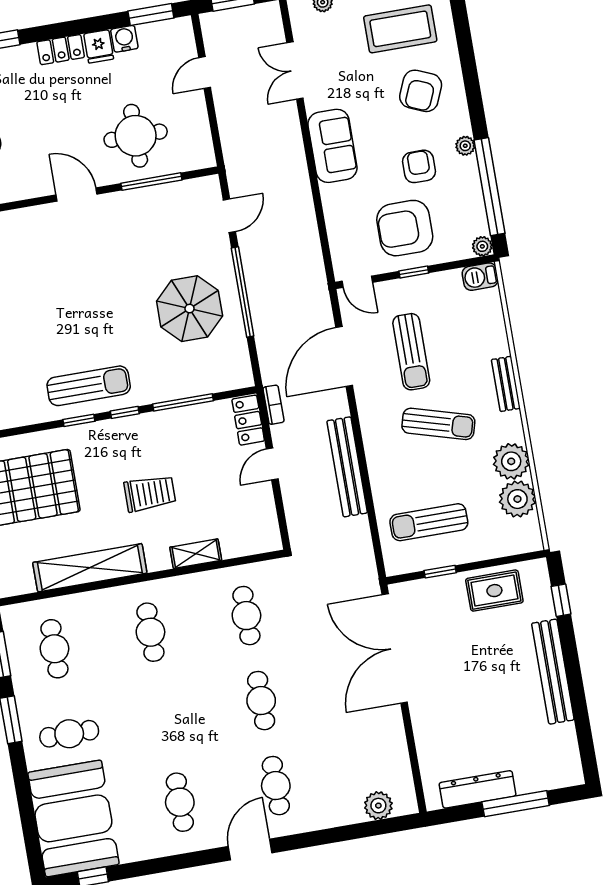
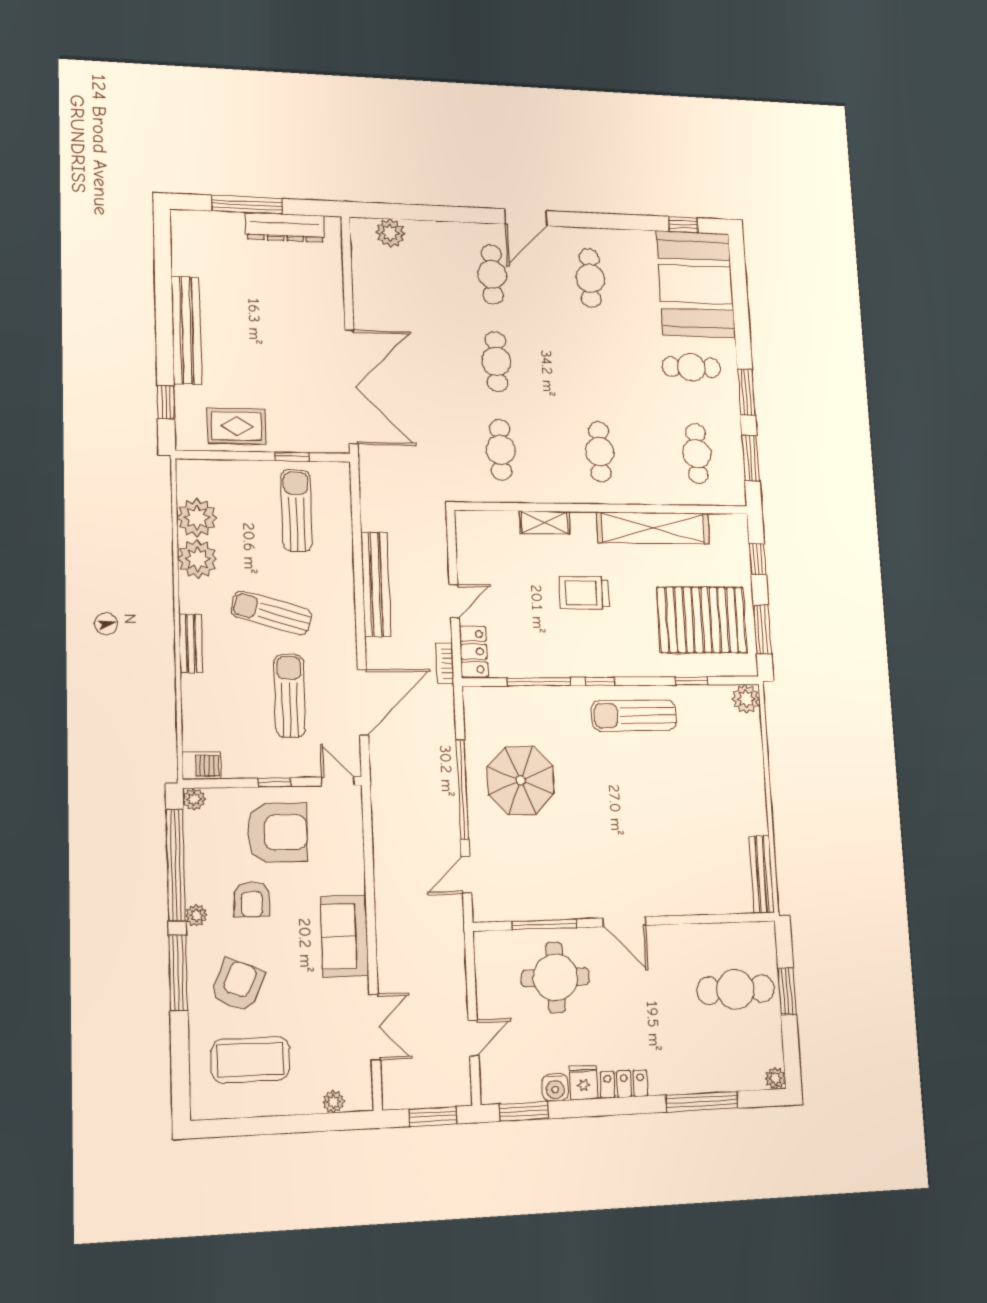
window: (474, 94) -> (178, 973), added
window: (79, 420) -> (692, 681), moved
sun lounger: (429, 522) -> (297, 510), turned -90

